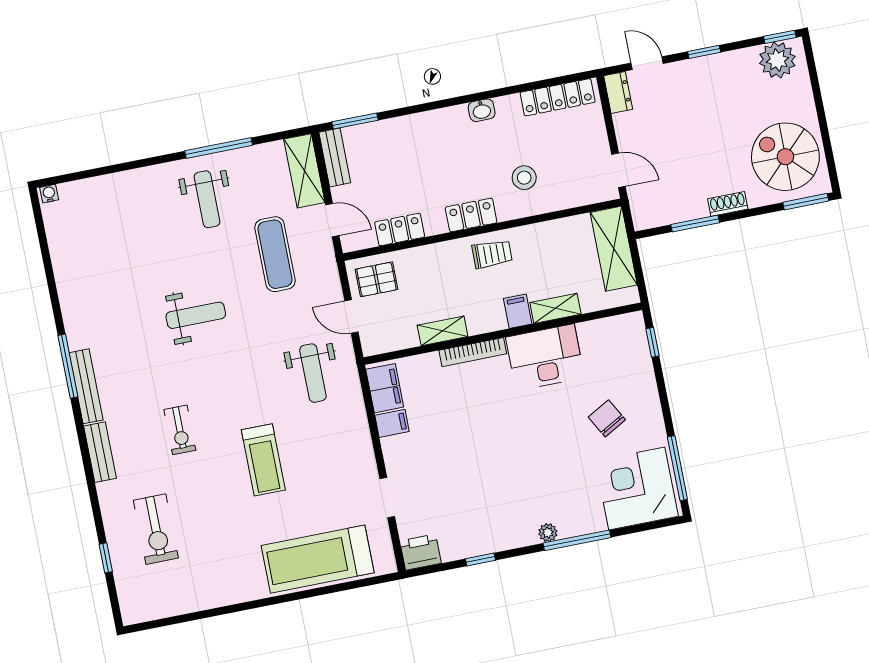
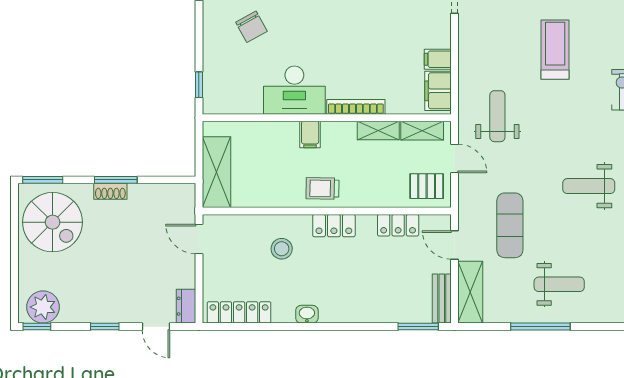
weight bench: (207, 199) -> (559, 284), turned 90
window: (695, 224) -> (116, 180), moved
shelving: (555, 308) -> (422, 131), moved

